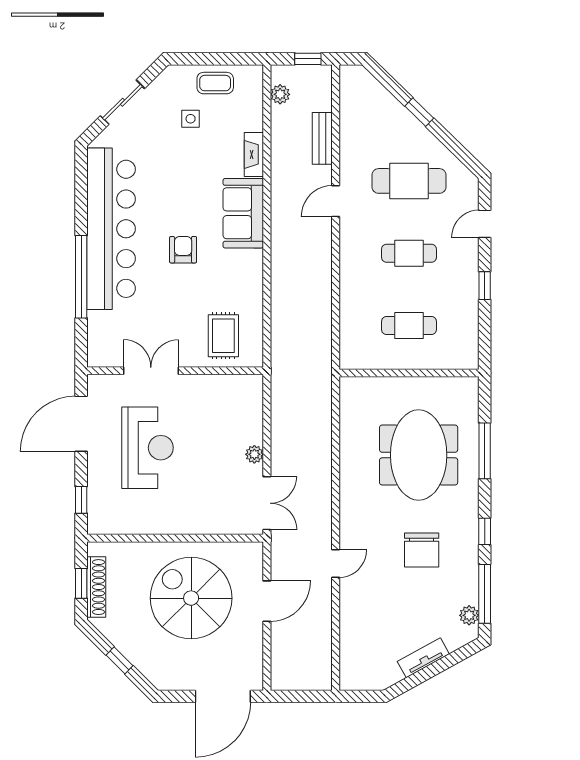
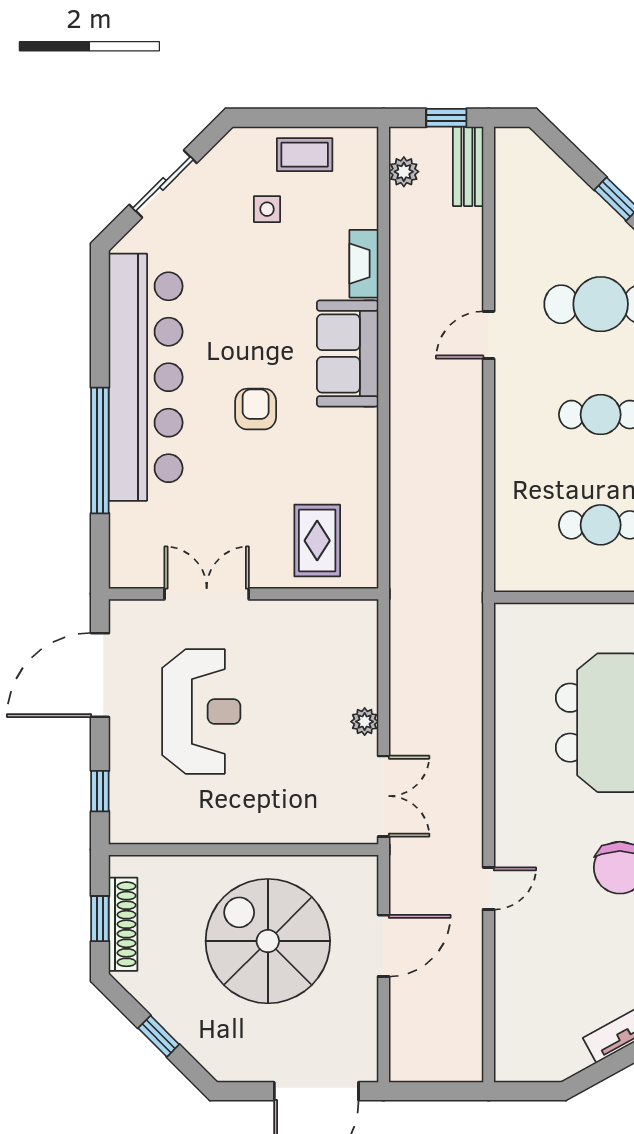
bench: (322, 138) -> (468, 166), moved

